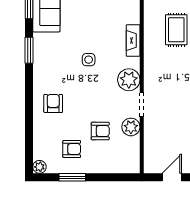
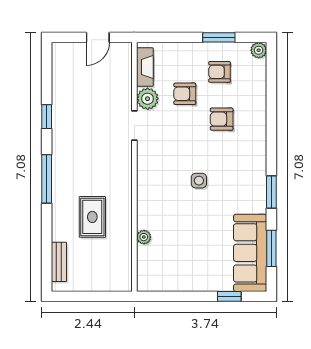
fireplace: (133, 41) -> (145, 67), moved
plant: (129, 80) -> (144, 237), moved, width x0.53, depth x0.53
armchair: (53, 103) -> (222, 119), moved, turned 90

